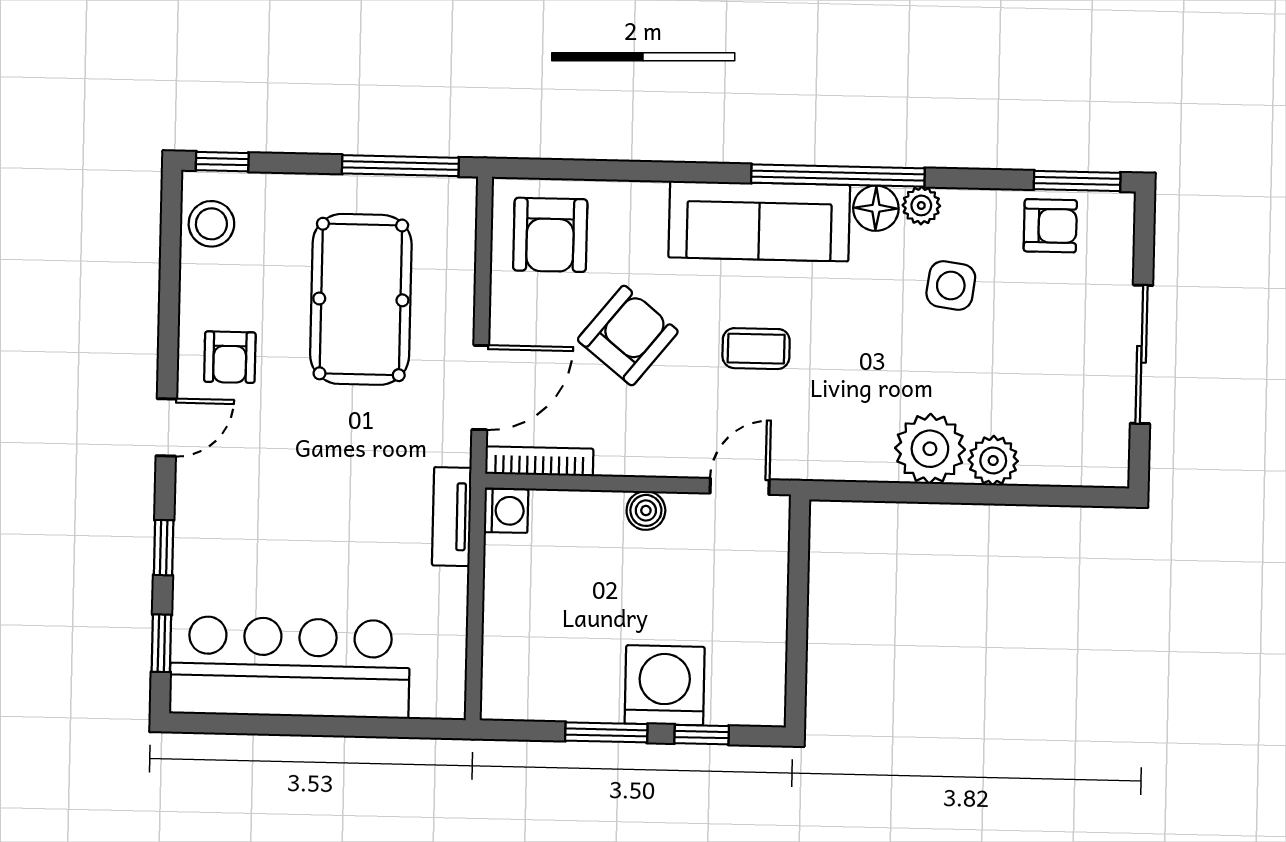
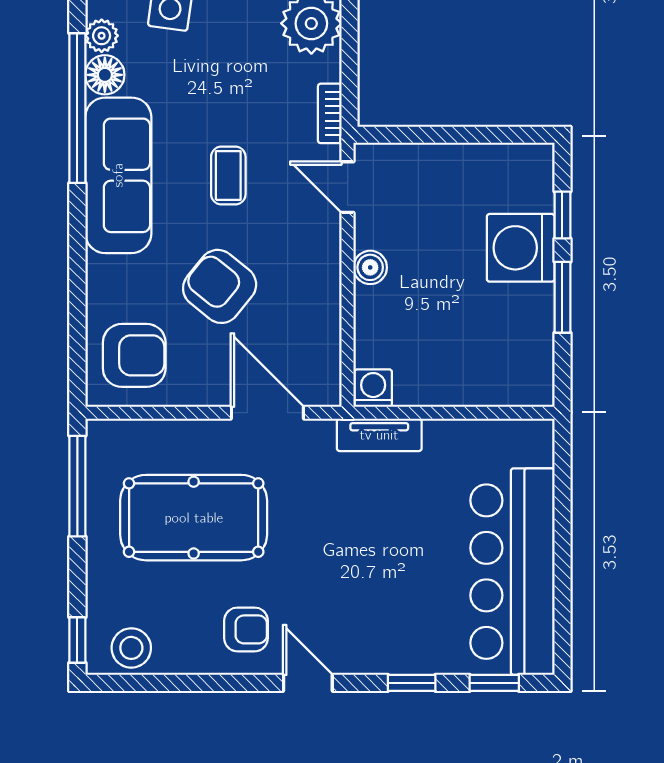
bookcase: (539, 461) -> (330, 113), moved, width x0.64

